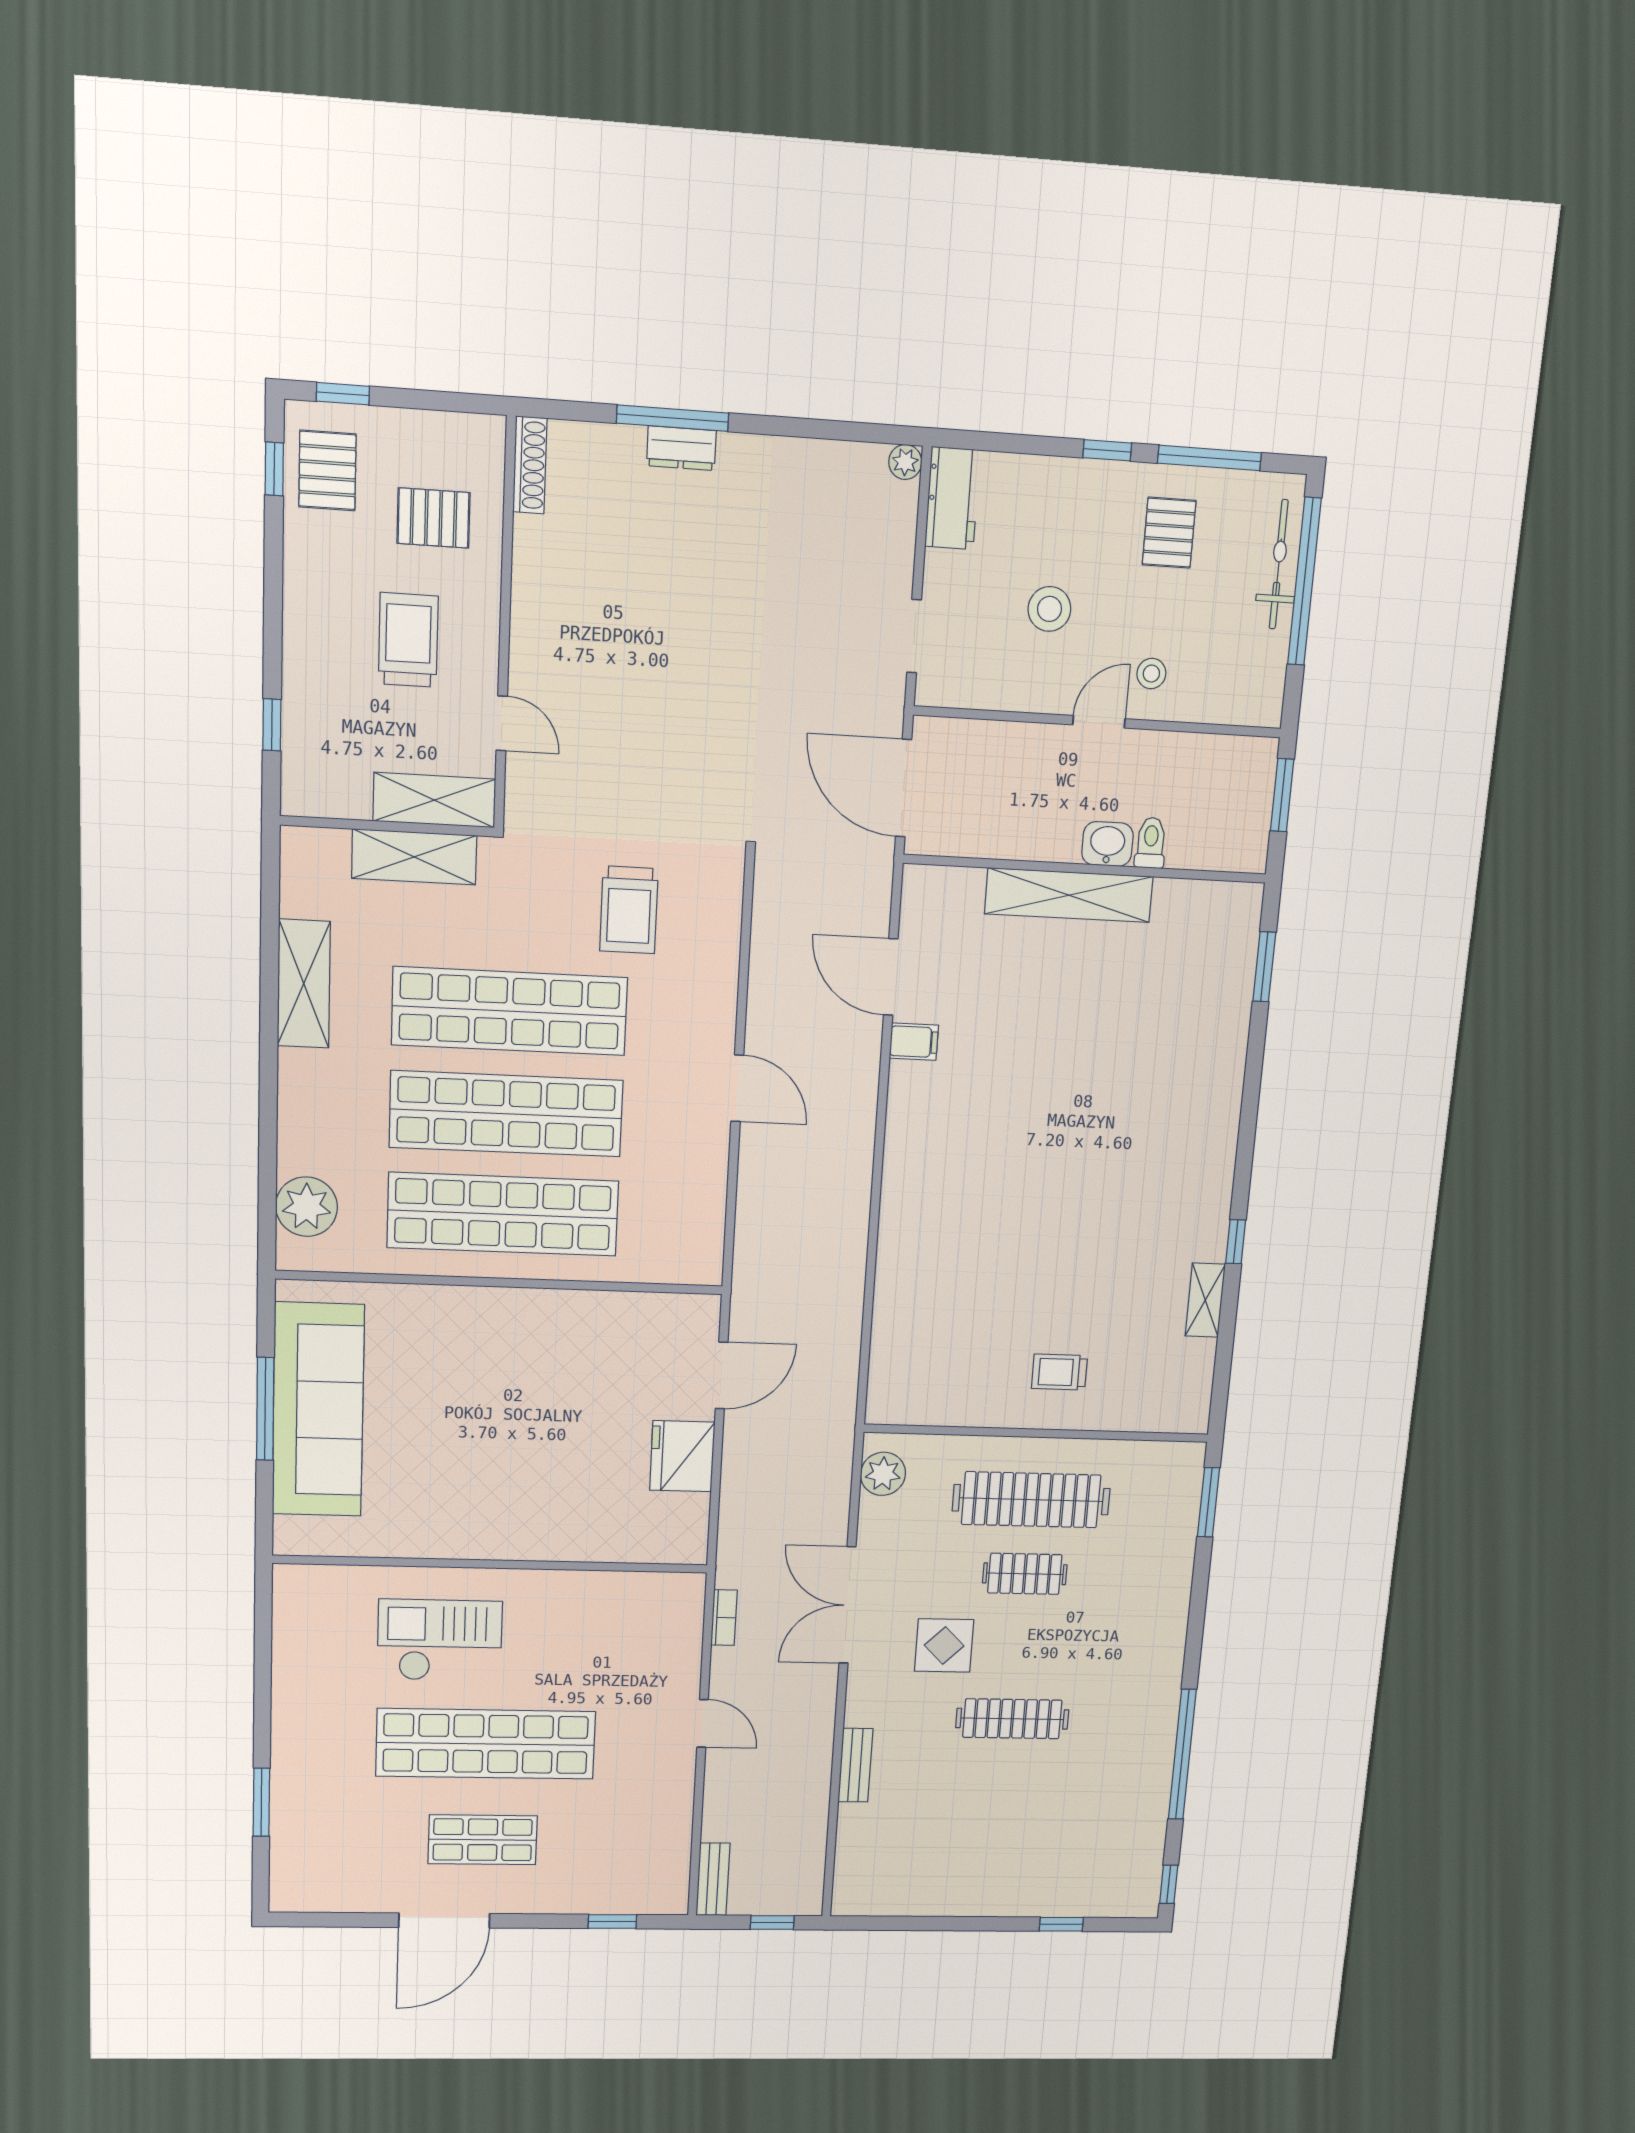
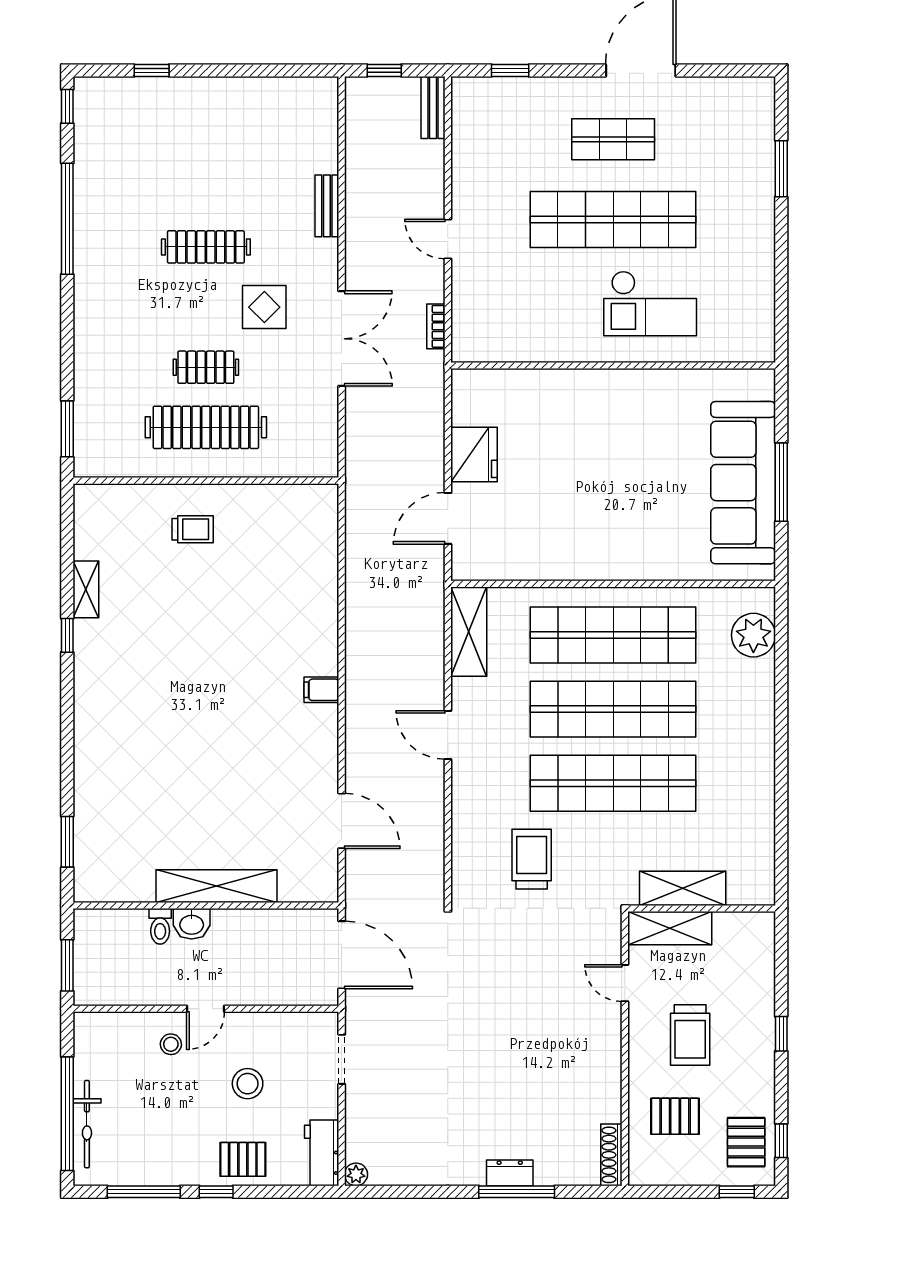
pallet: (1169, 533) -> (243, 1159), moved, turned 90
window: (272, 725) -> (781, 1034), moved
shelving: (304, 984) -> (469, 632), moved
filing cabinet: (914, 1042) -> (321, 690), moved
plant: (883, 1474) -> (321, 445), removed

